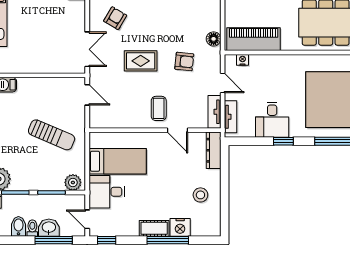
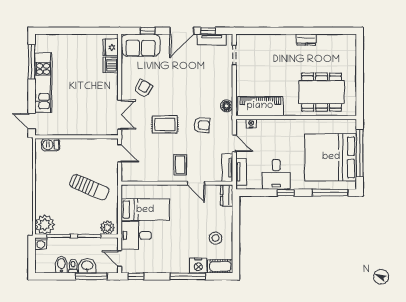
dresser: (214, 150) -> (227, 196), width x0.70
cot: (154, 228) -> (220, 266), moved

